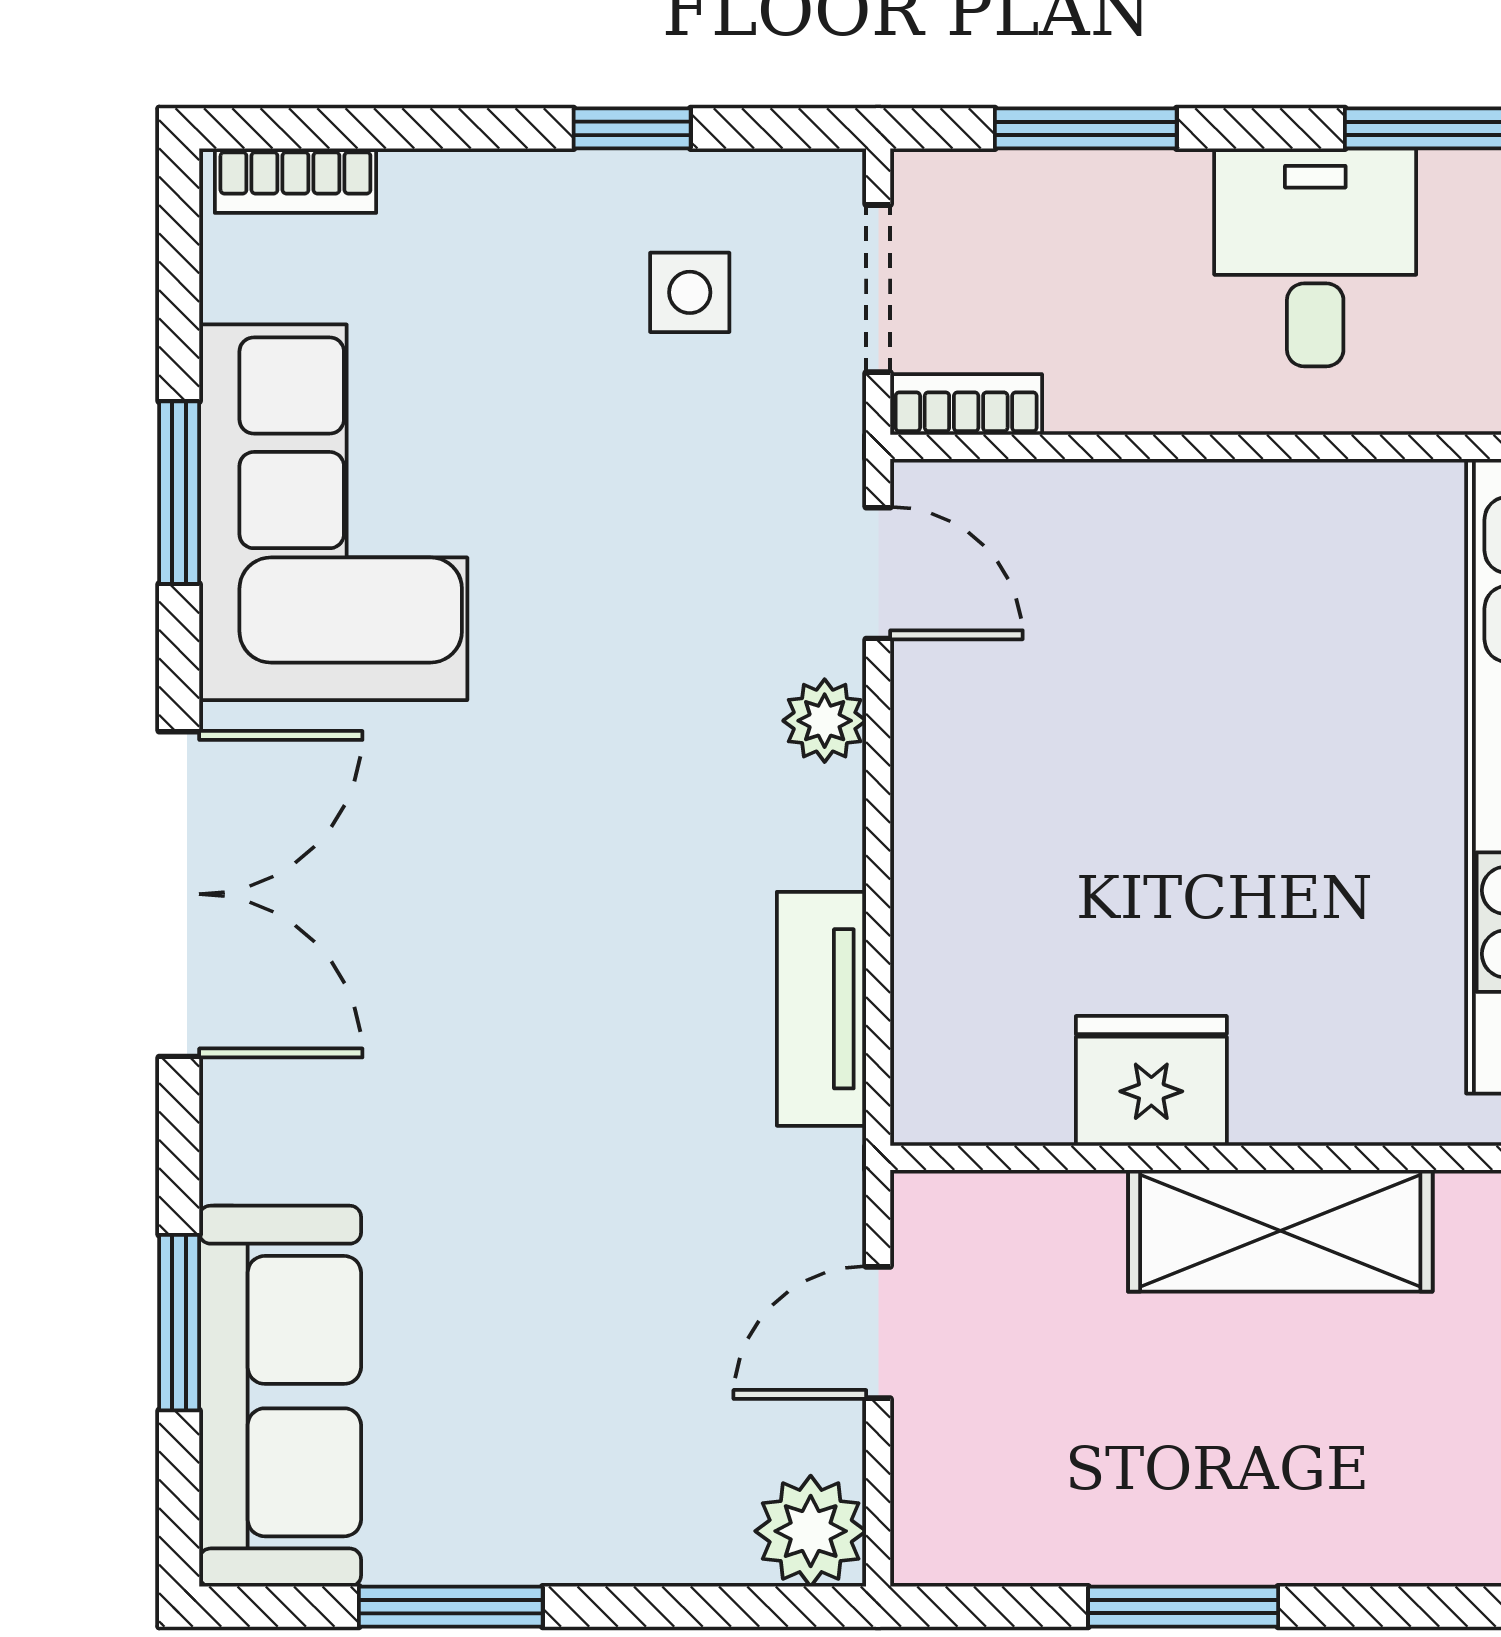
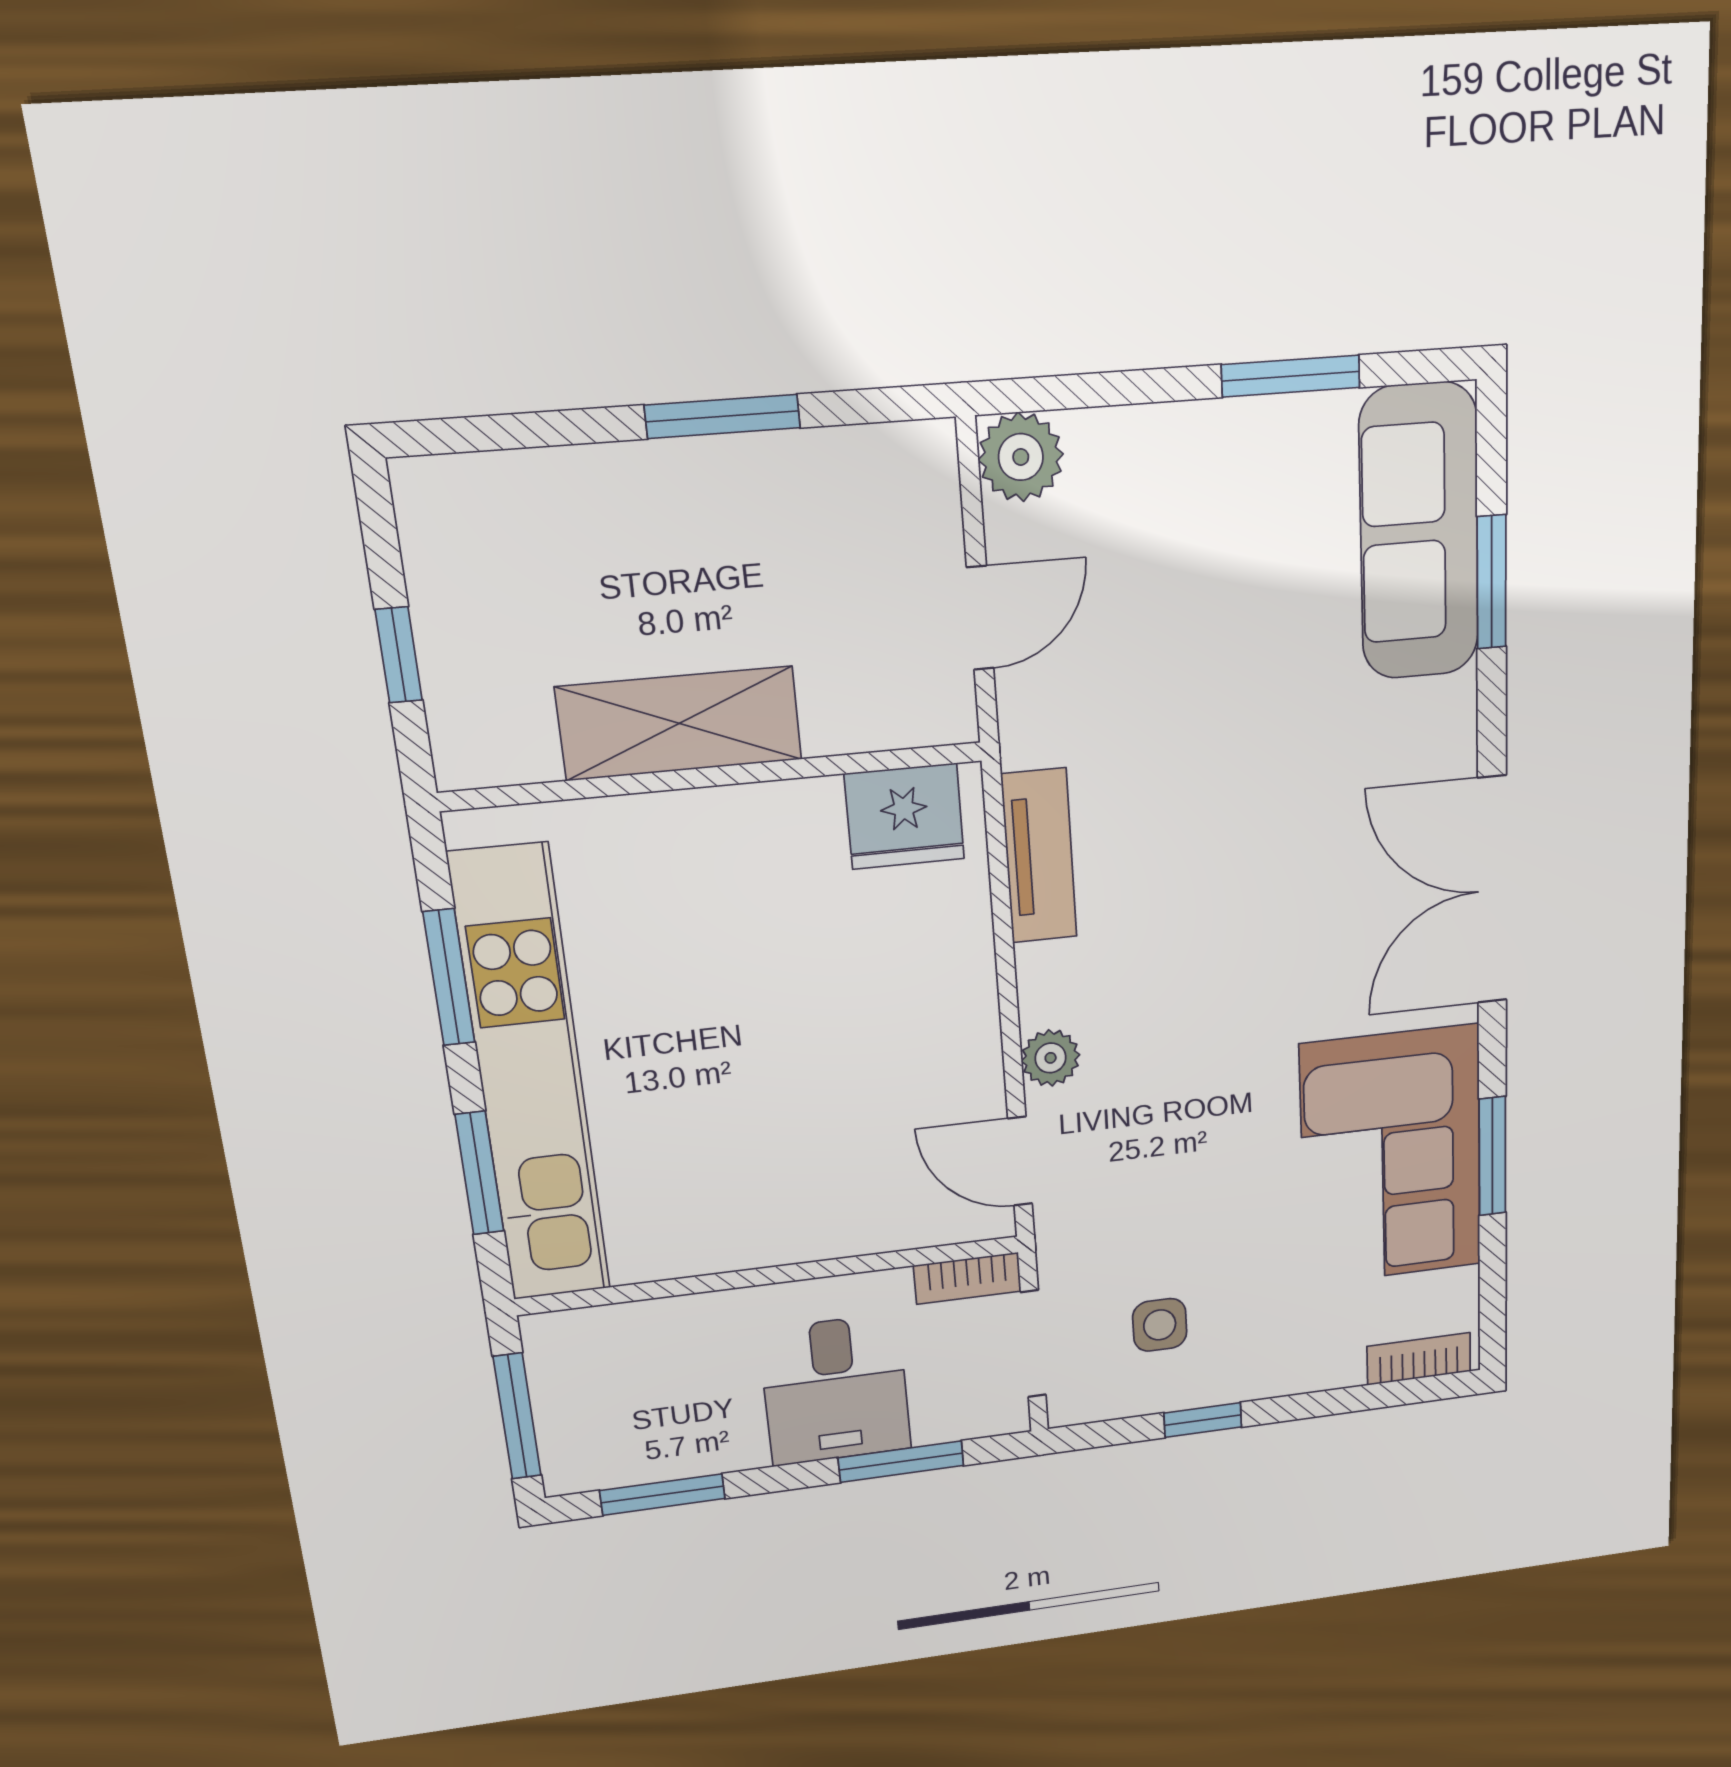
desk: (1315, 257) -> (835, 1390), moved
fridge: (1151, 1081) -> (904, 816), moved

